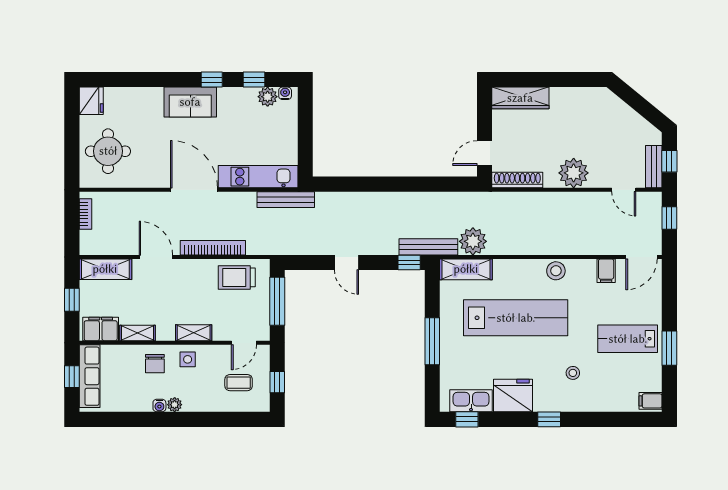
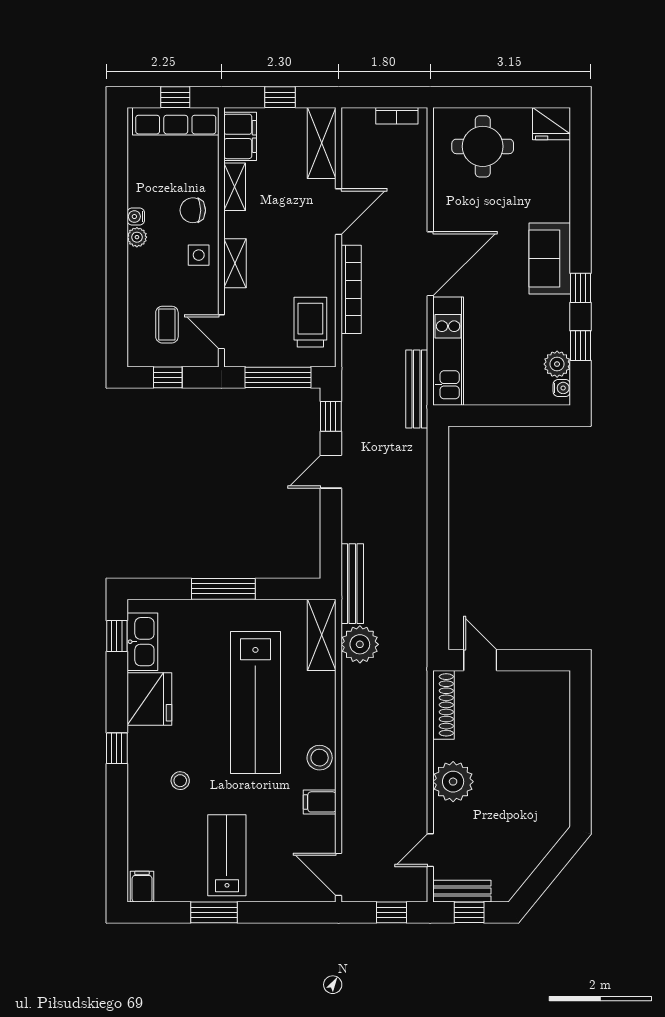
wardrobe: (520, 98) -> (555, 709), removed
window: (409, 263) -> (331, 416), moved
filing cabinet: (606, 271) -> (320, 802), moved

